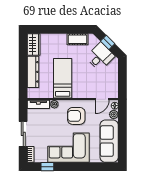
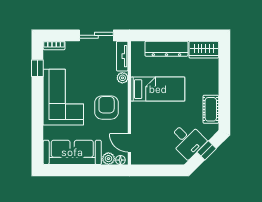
sliding door: (23, 134) -> (96, 35), moved

